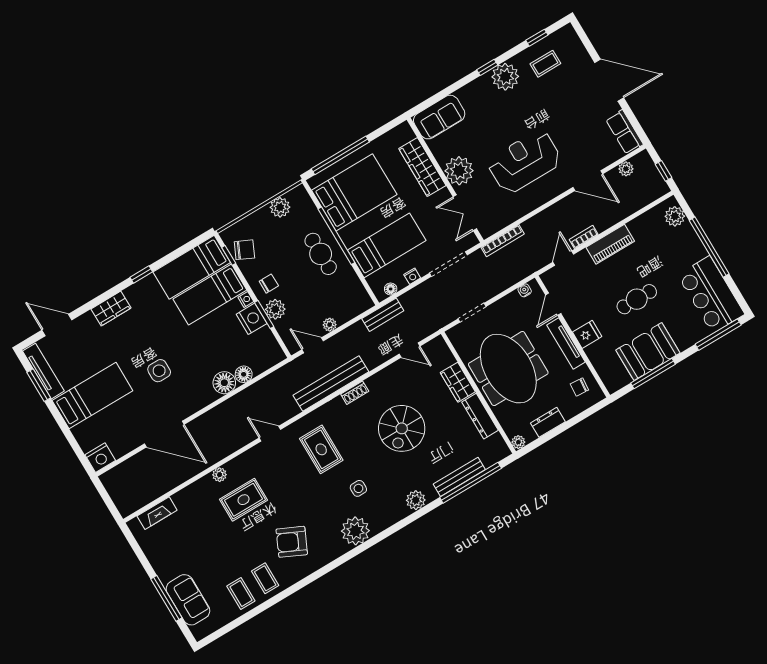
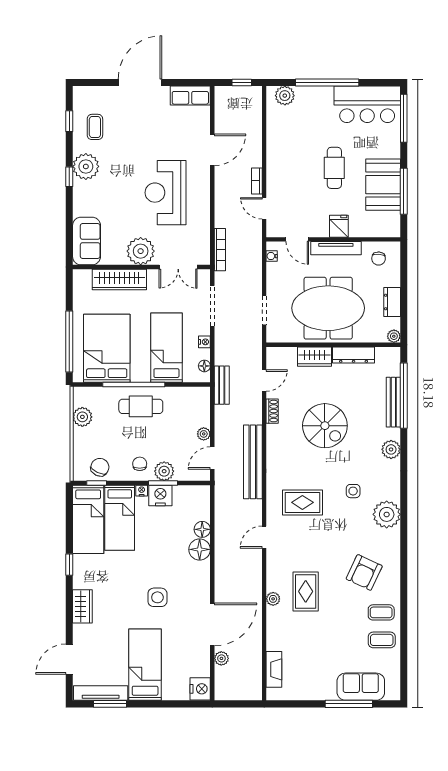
plant: (626, 169) -> (221, 658), moved
piano: (610, 244) -> (276, 163), removed
shoe rack: (355, 393) -> (272, 411), moved

